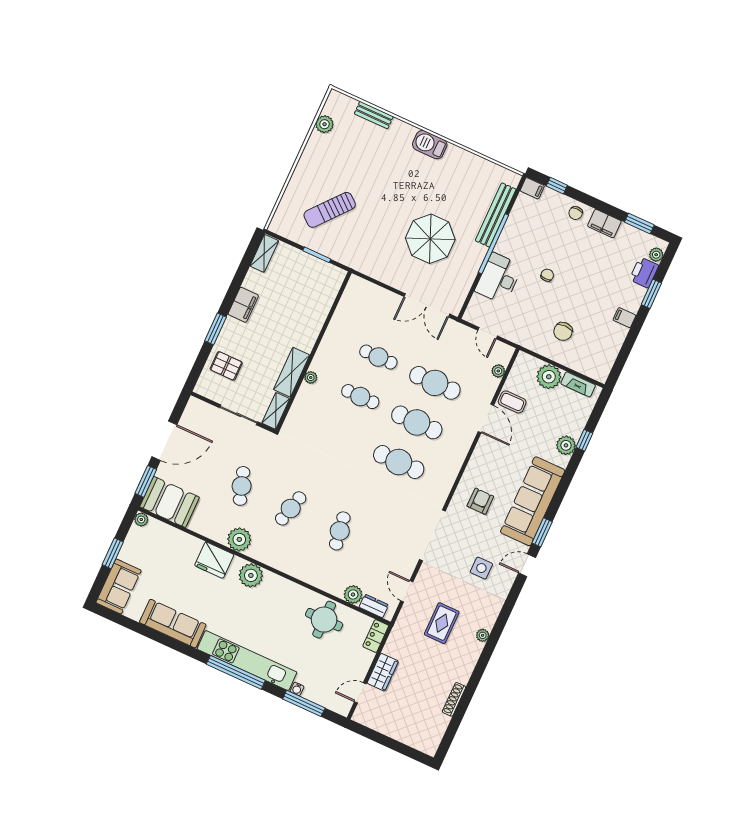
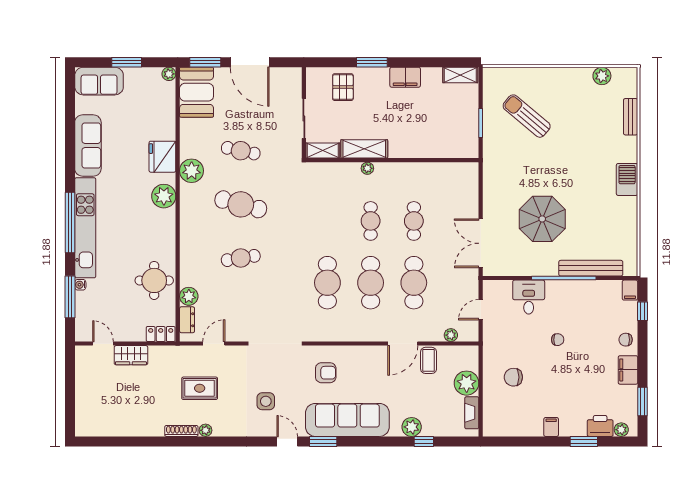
desk: (499, 278) -> (529, 297), width x0.73
cafe table: (242, 486) -> (241, 151), turned 30
cafe table: (291, 508) -> (241, 204), width x1.37, depth x1.35
shoe rack: (454, 699) -> (181, 431), moved

